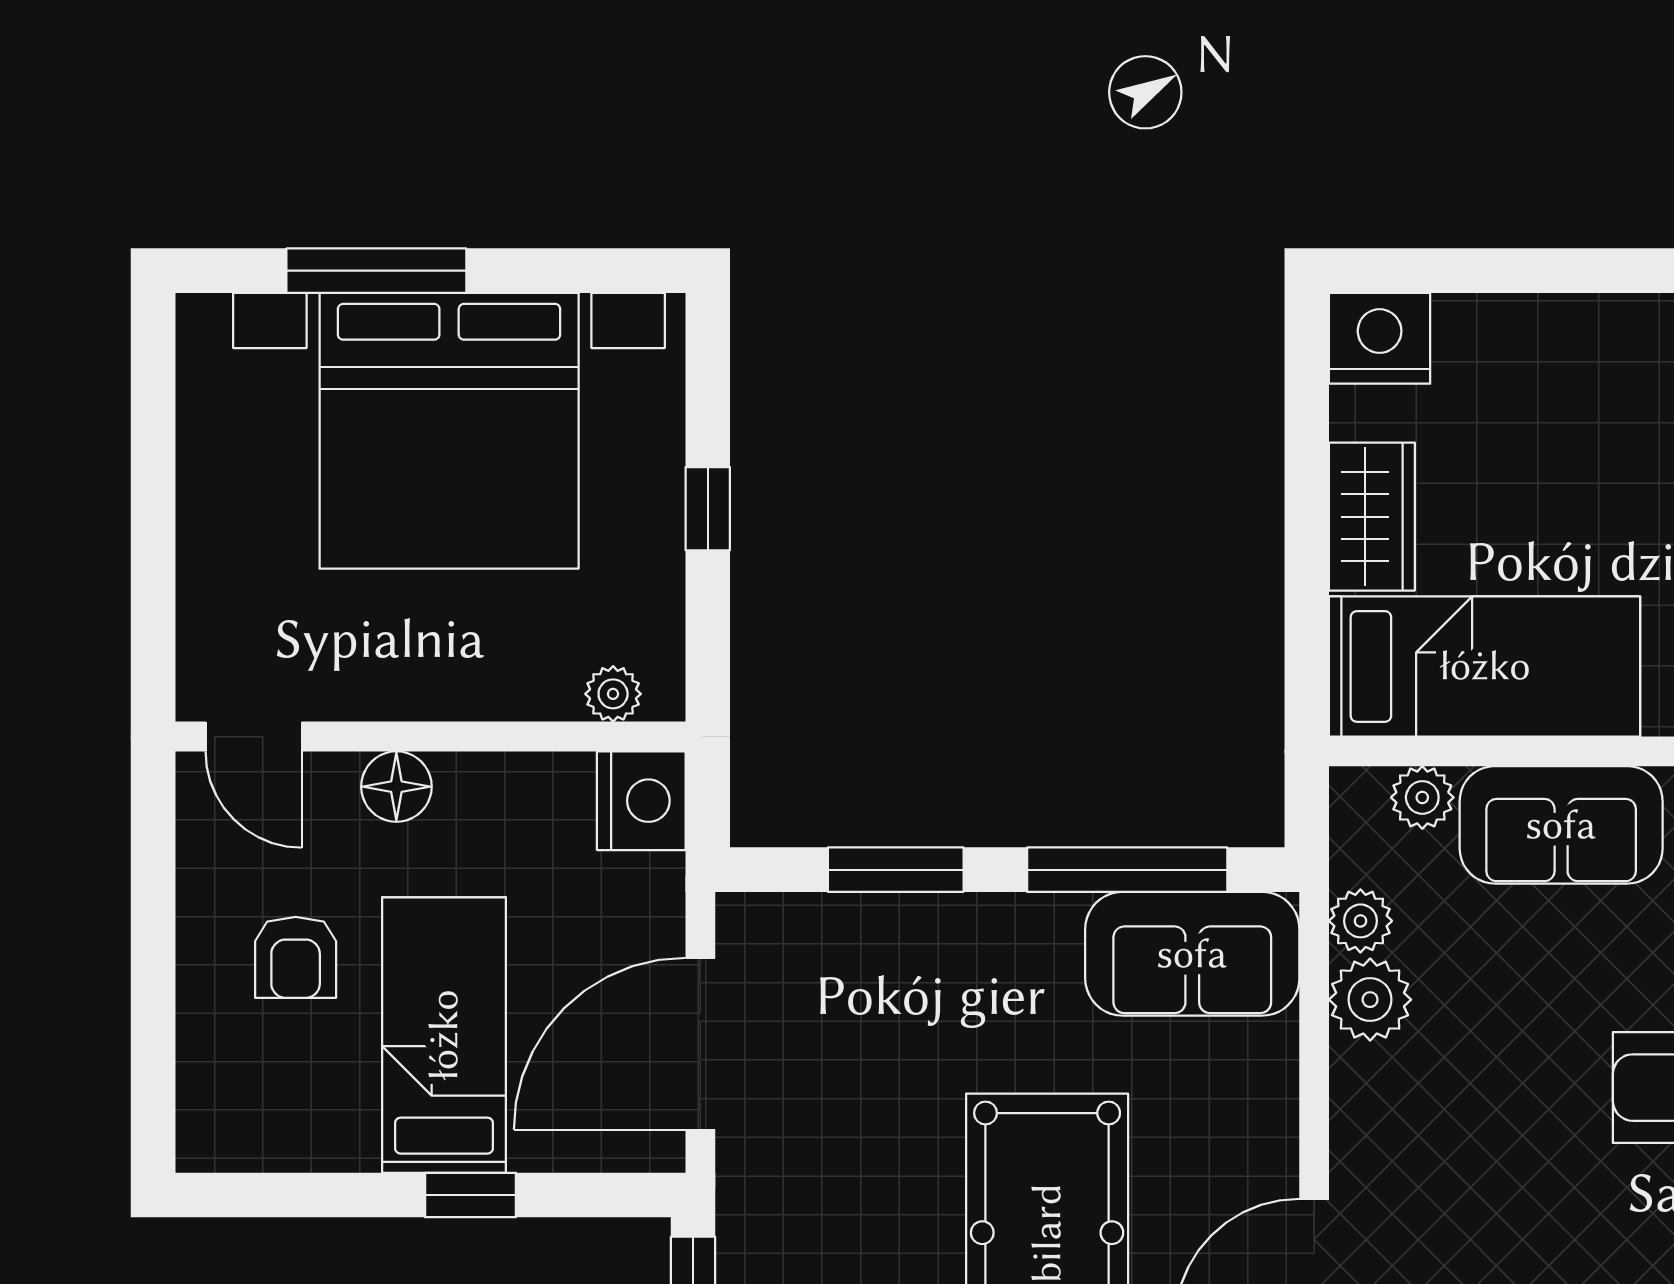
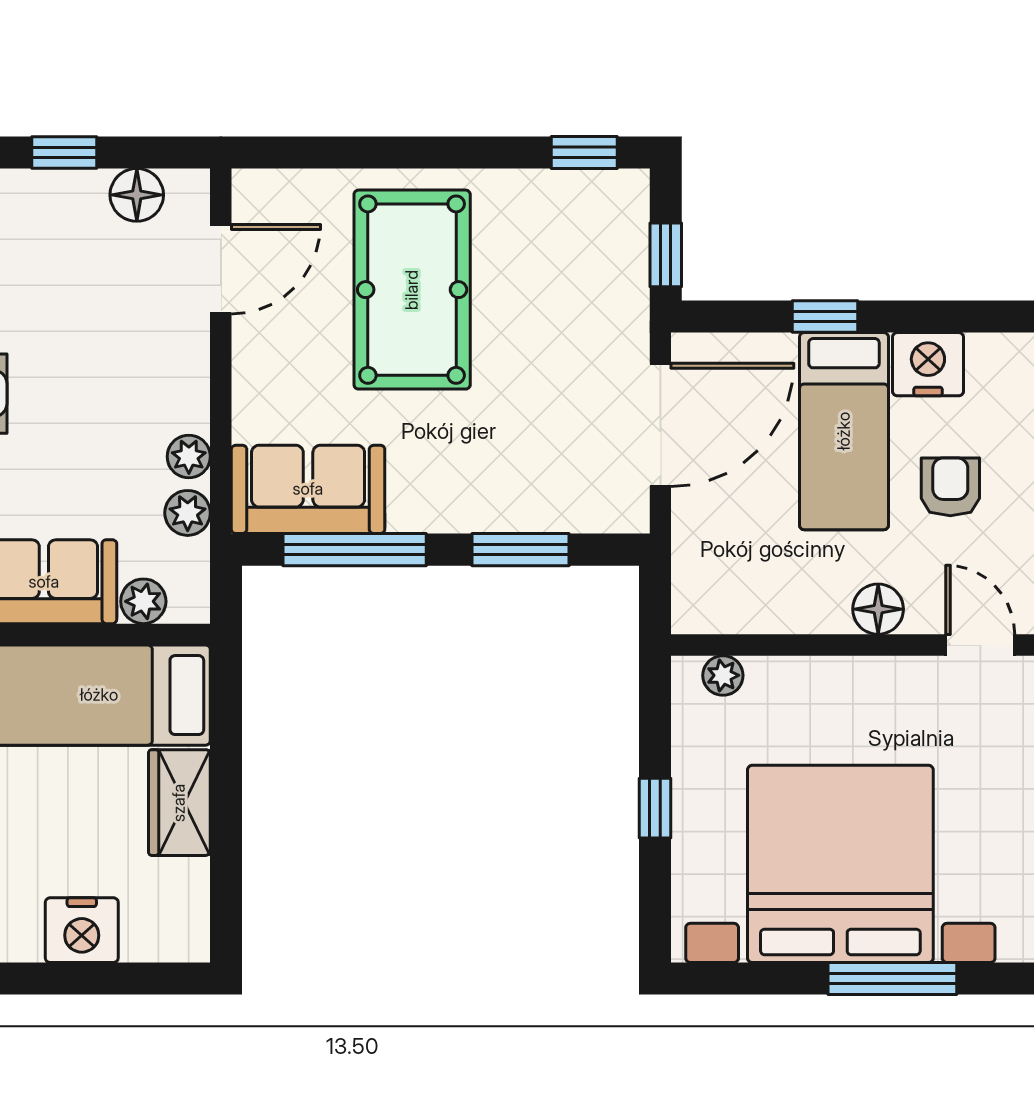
nightstand: (1380, 338) -> (82, 930), moved
nightstand: (641, 801) -> (928, 364), moved, turned 90
plant: (1370, 1000) -> (189, 457), width x0.73, depth x0.73

